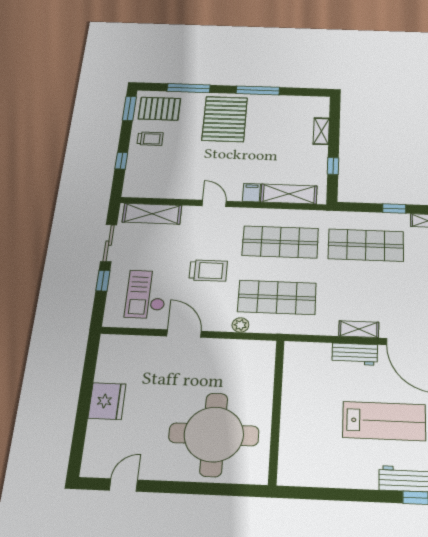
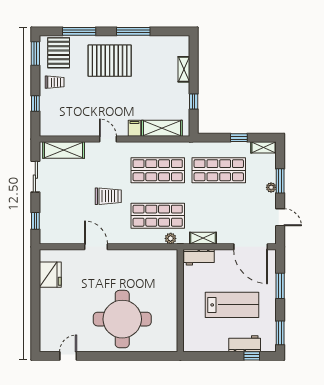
pallet: (159, 109) -> (59, 53), turned 90
pallet: (225, 119) -> (110, 61), turned 90
window: (103, 281) -> (35, 221), moved
checkout: (146, 294) -> (67, 217), removed
plant: (240, 325) -> (171, 238), moved
shelving: (359, 329) -> (203, 238), moved
workbench: (355, 354) -> (199, 257), moved
fridge: (107, 401) -> (50, 275), moved
wall: (276, 411) -> (180, 301), moved

